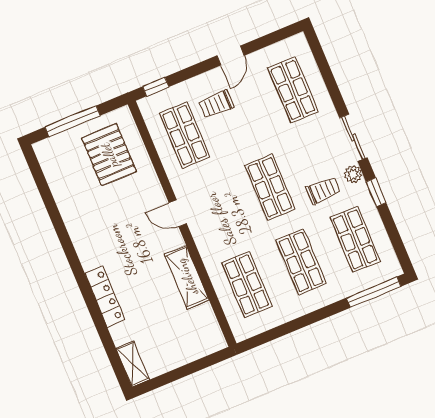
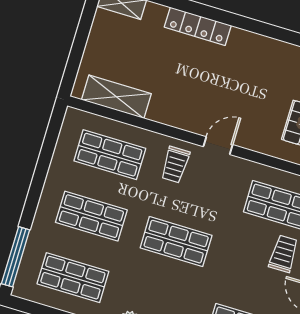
trolley: (323, 190) -> (175, 165), moved
shelving: (187, 277) -> (116, 97), moved

